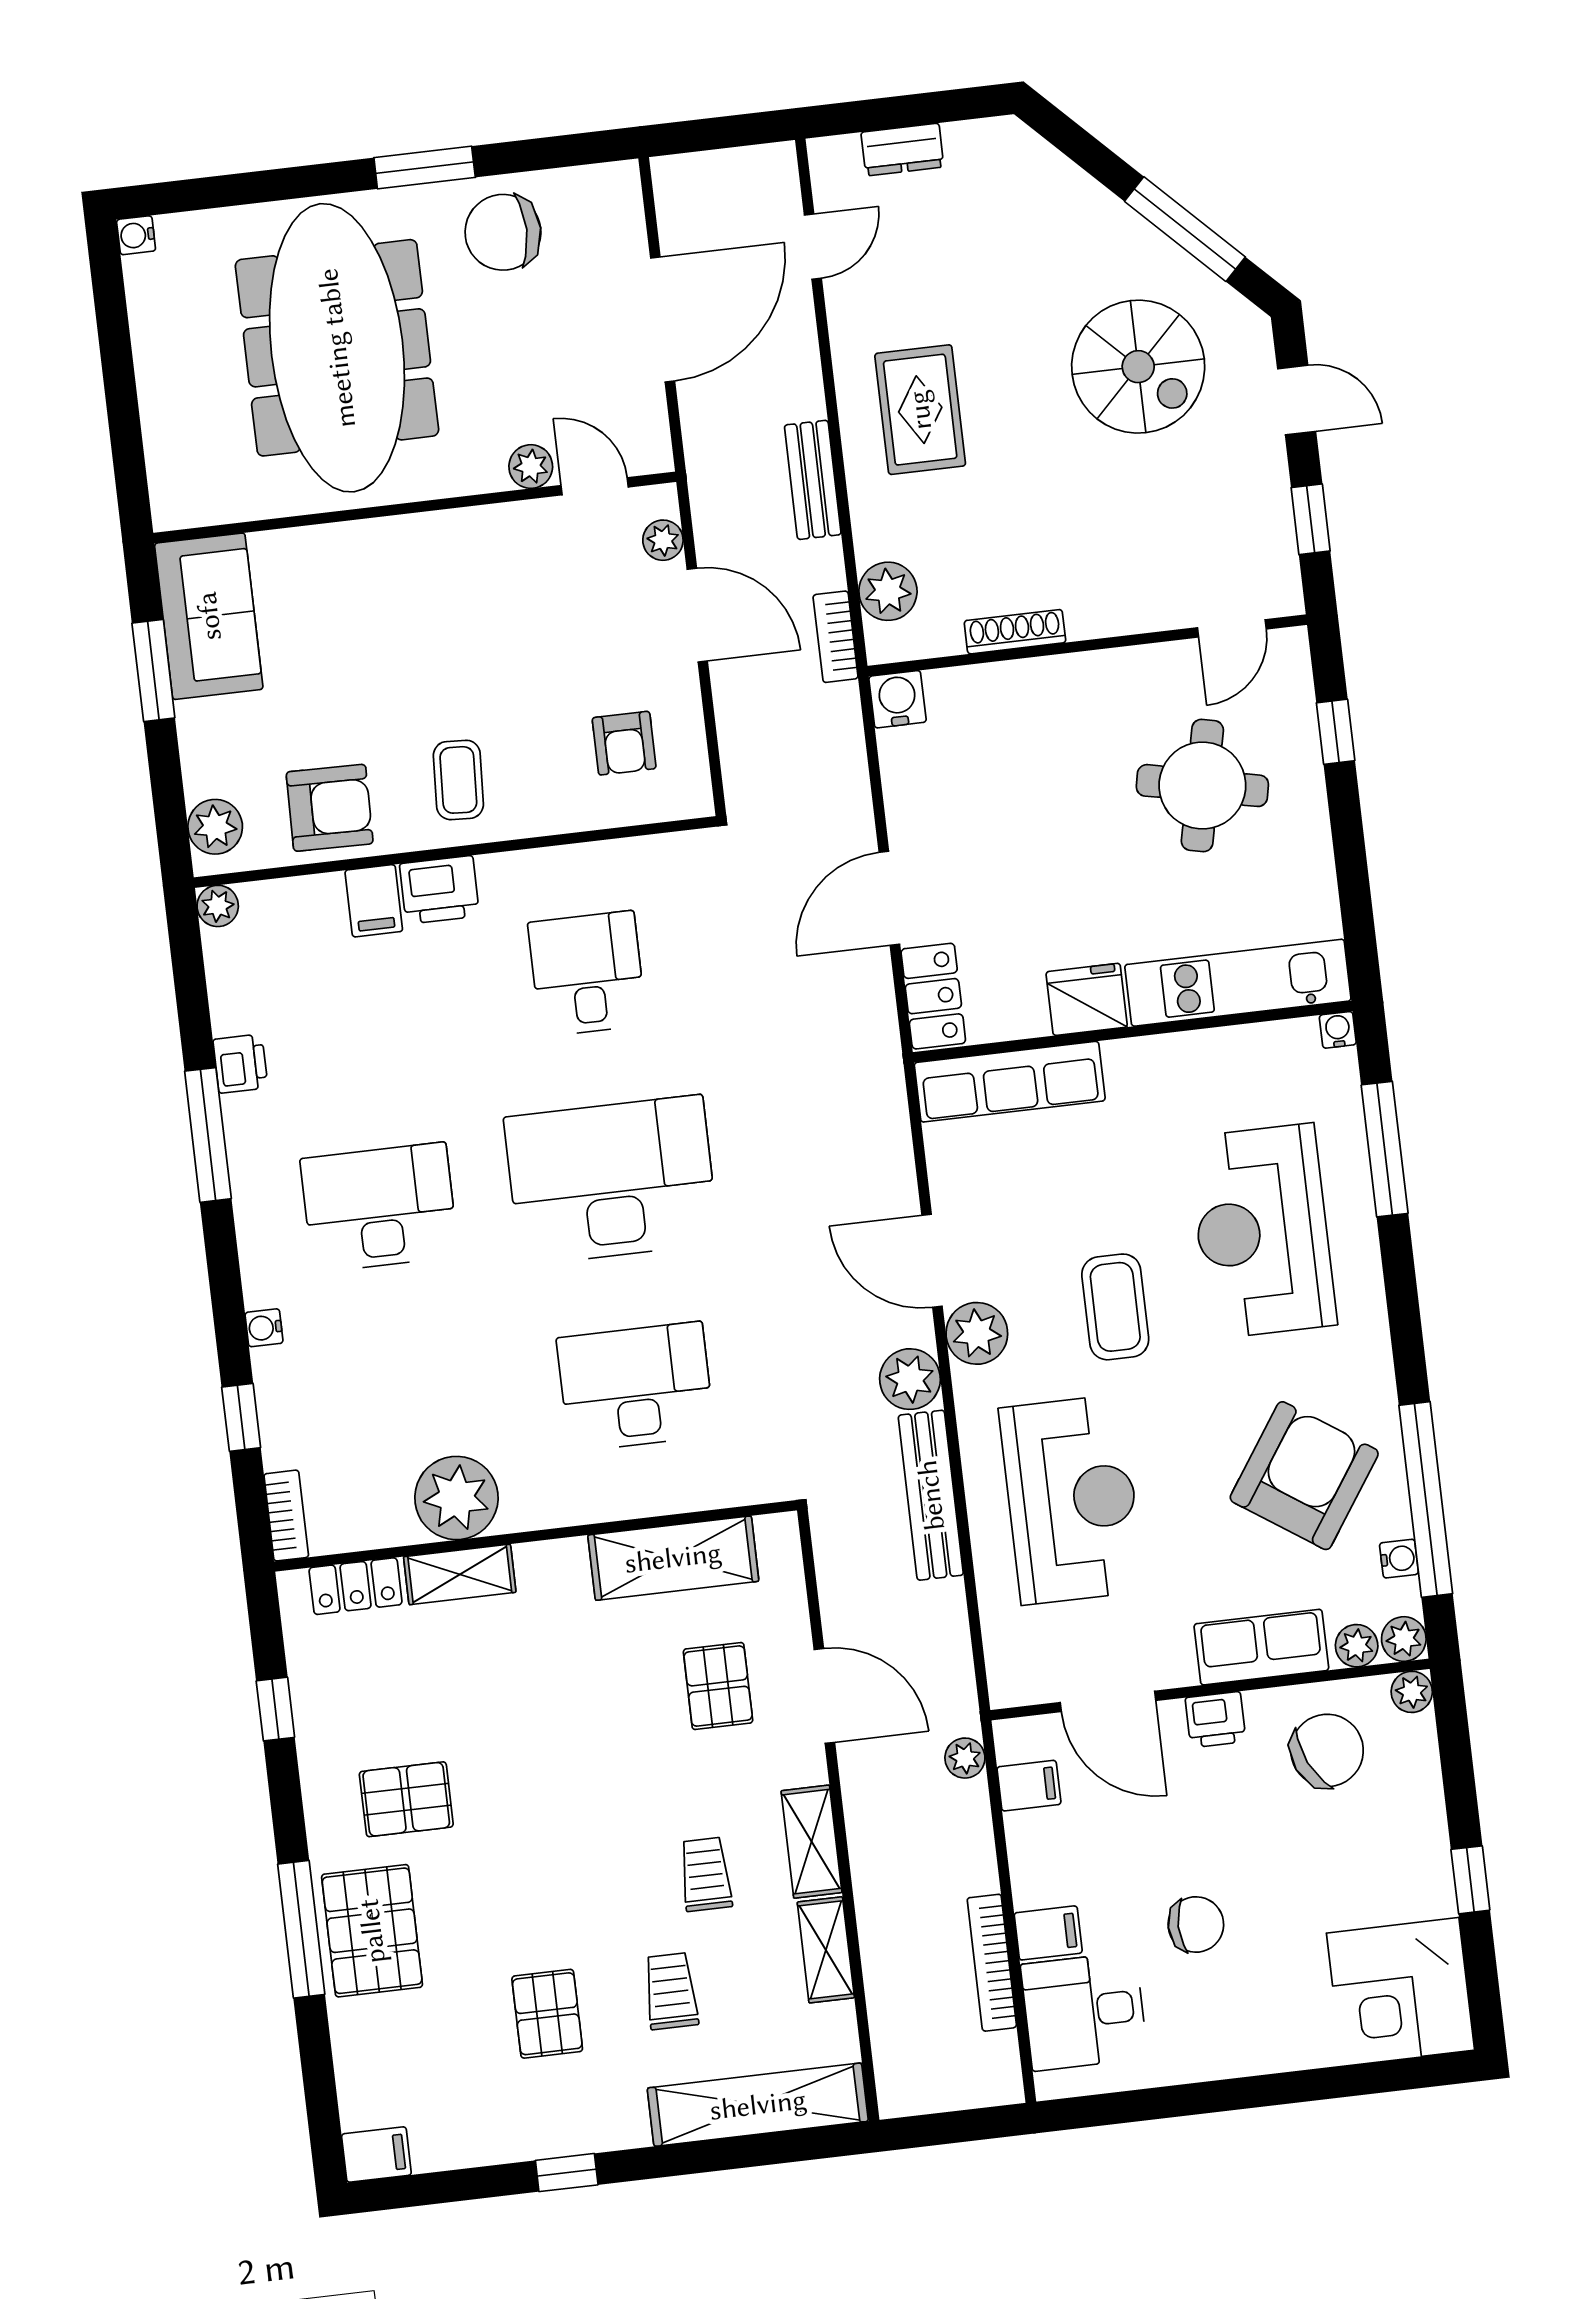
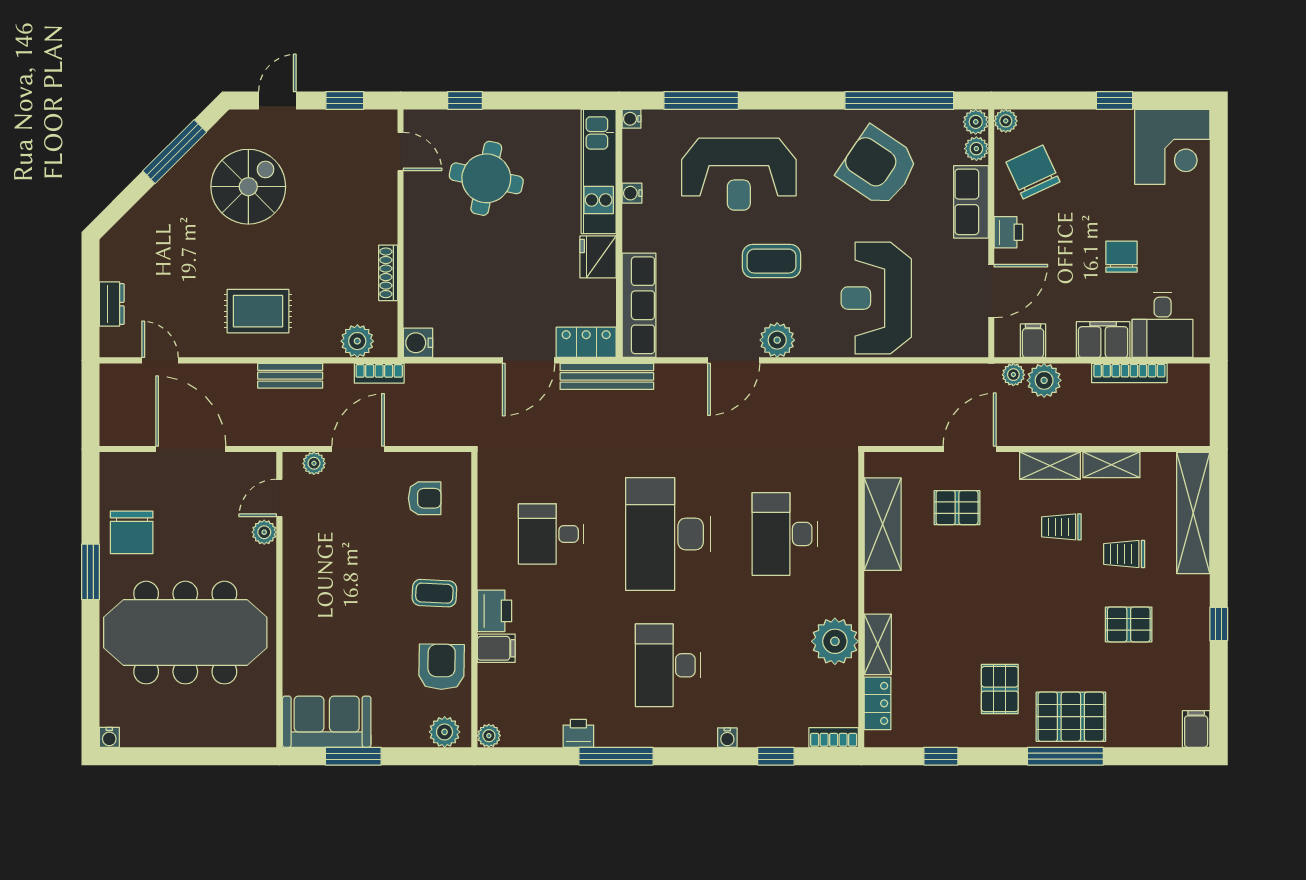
door: (889, 898) -> (529, 360), hinge flipped
plant: (910, 1379) -> (1044, 380), moved
bench: (931, 1495) -> (607, 376), moved
reception desk: (1072, 1500) -> (876, 298), turned -90
water cooler: (1399, 1559) -> (632, 193), moved, turned -90
filing cabinet: (1048, 1933) -> (1103, 340), width x2.00

